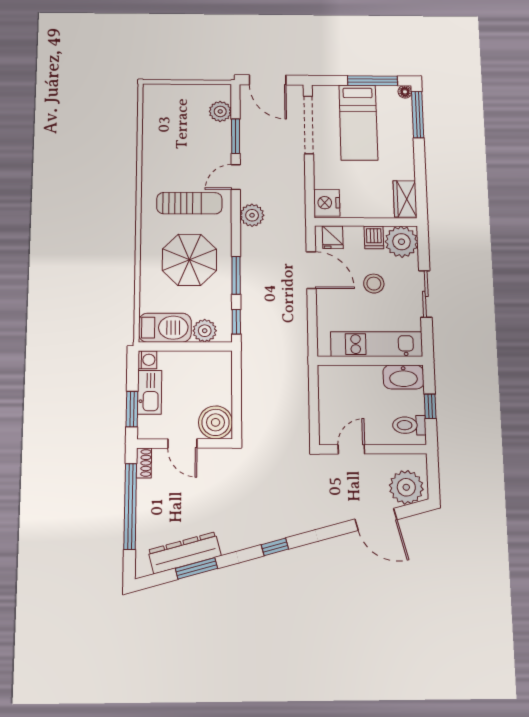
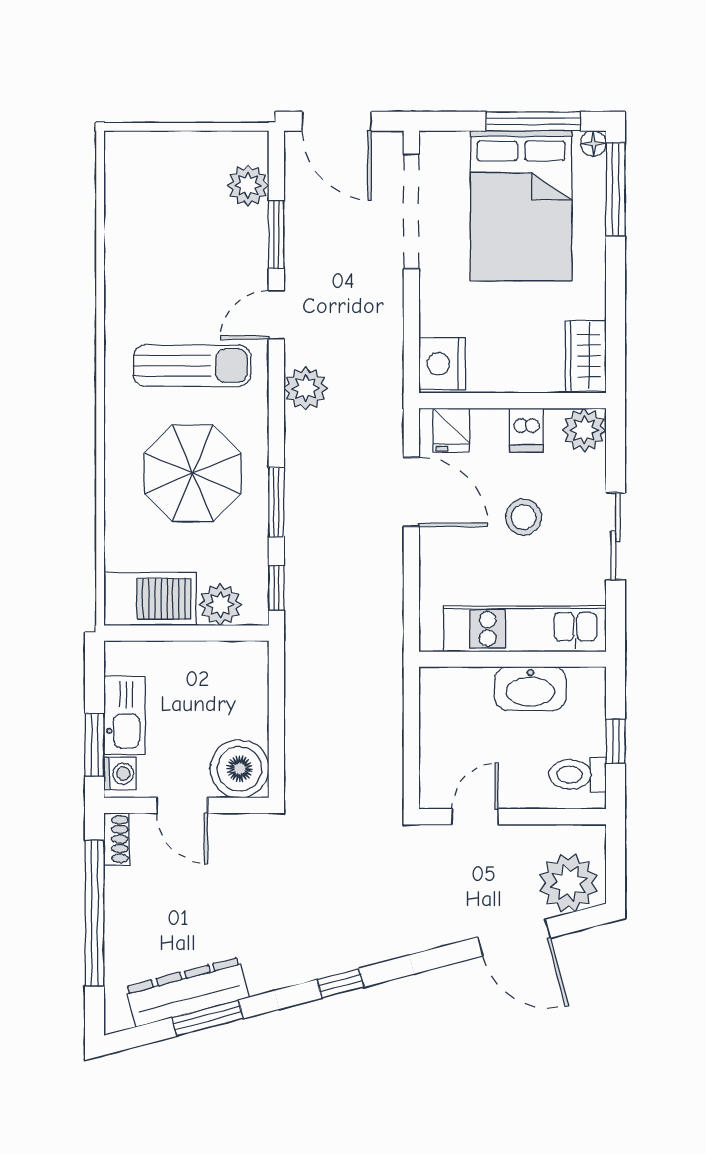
bed: (358, 122) -> (521, 206), width x1.50
plant: (401, 242) -> (584, 430), width x0.73, depth x0.73
washing machine: (147, 360) -> (120, 774), moved
washbasin: (403, 377) -> (530, 689), moved

